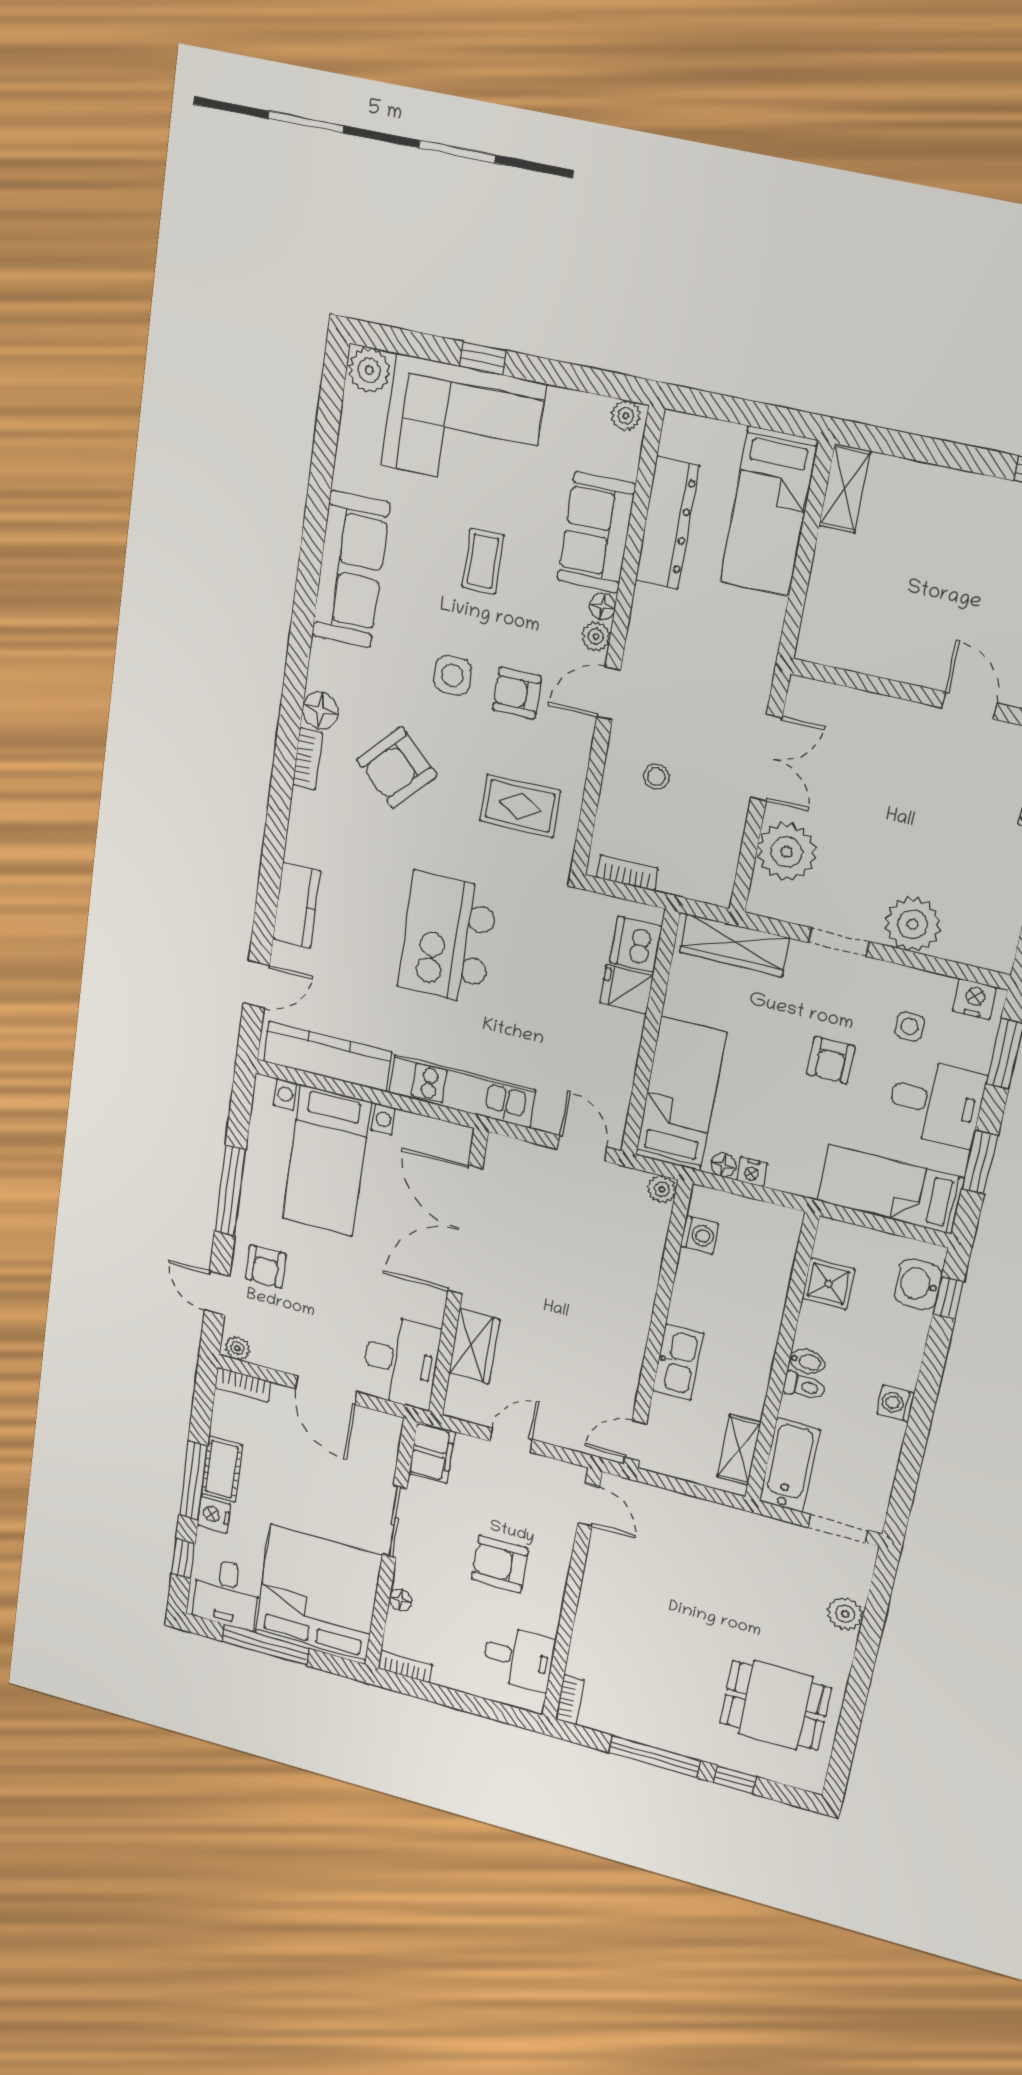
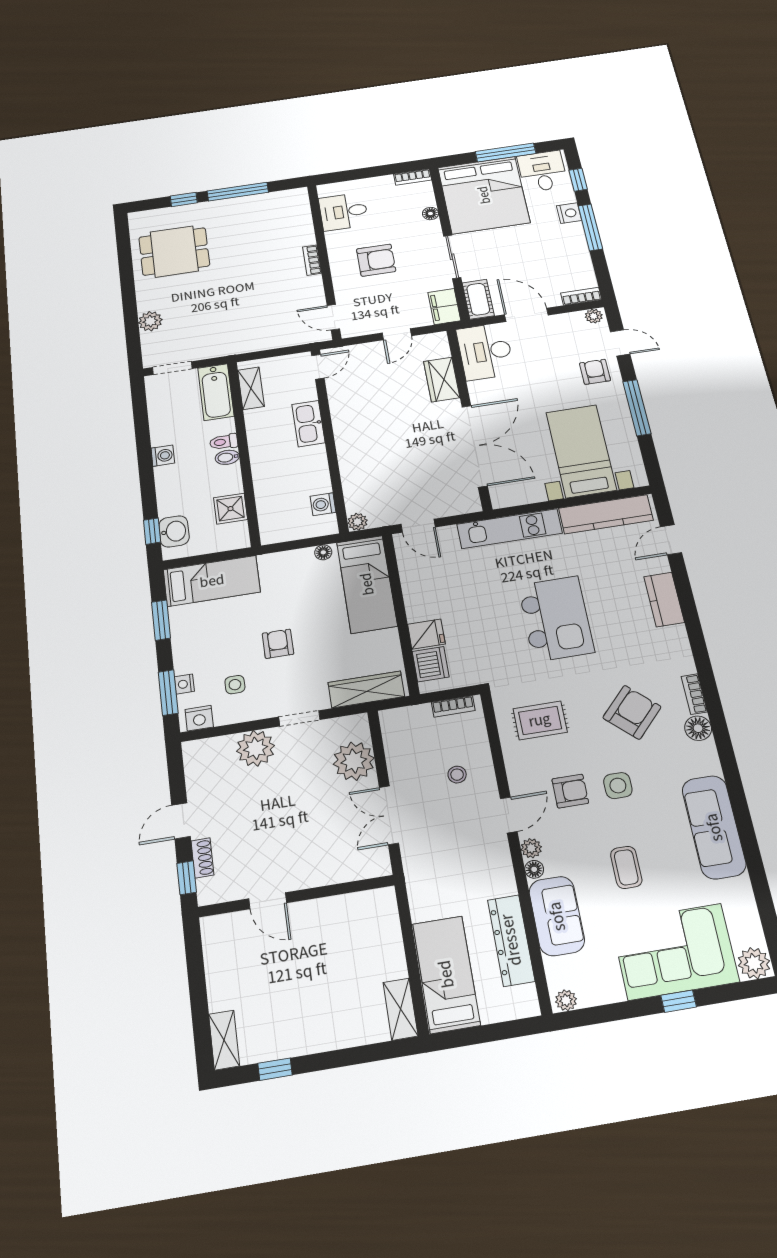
desk: (936, 1103) -> (201, 645), removed
nightstand: (752, 1172) -> (184, 684), moved, turned -90
cot: (222, 1469) -> (478, 299), moved
bookcase: (570, 1700) -> (312, 260), moved

